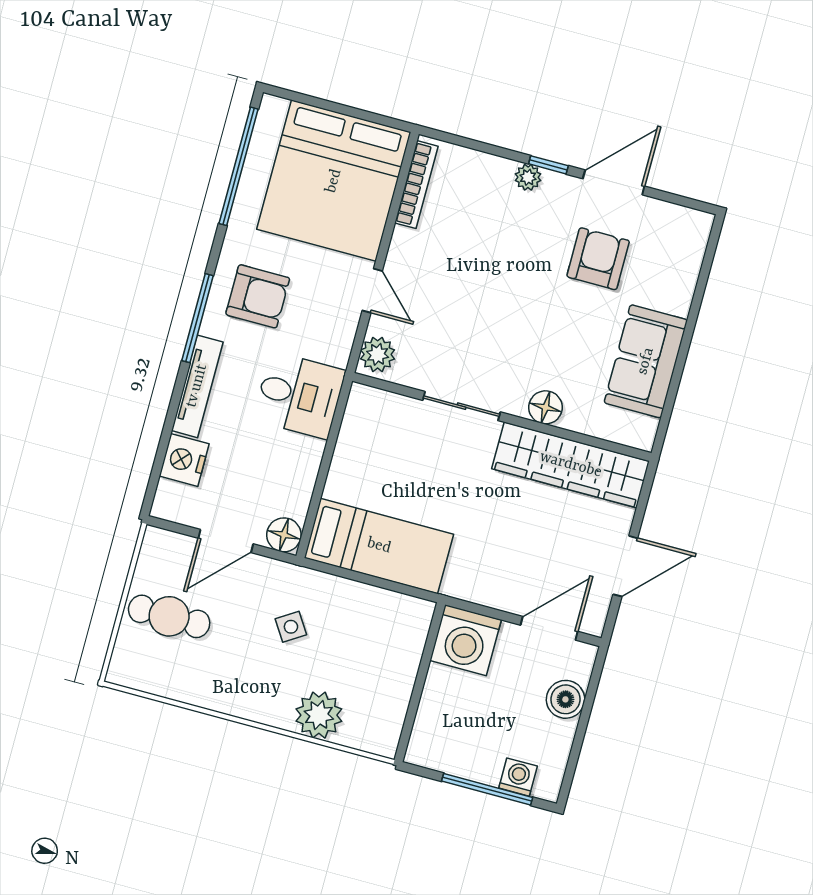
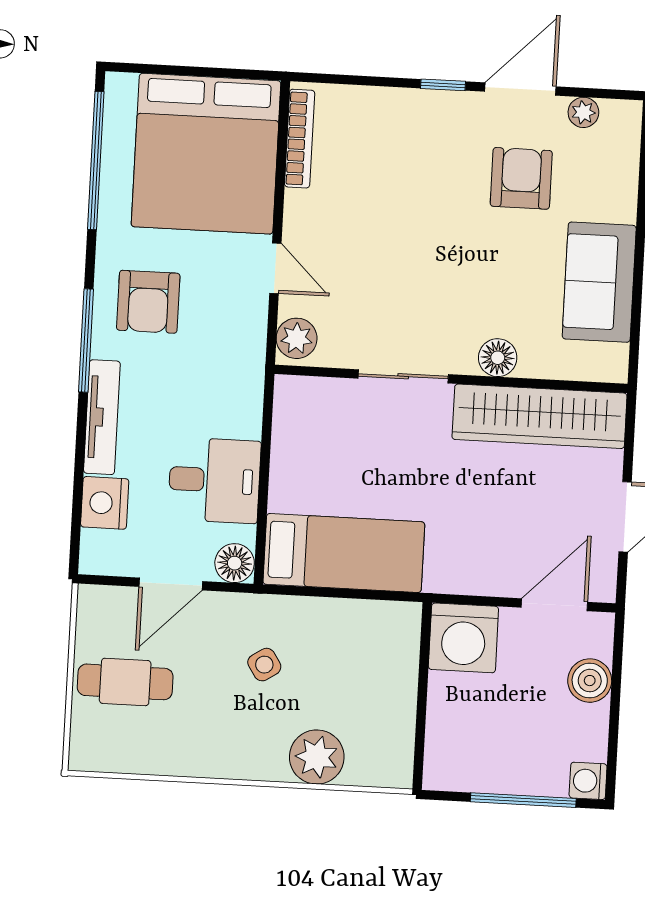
plant: (528, 177) -> (583, 112), moved
armchair: (258, 296) -> (148, 302), turned 90
desk: (299, 395) -> (214, 480), moved
washing machine: (518, 777) -> (588, 781), moved, turned -90

